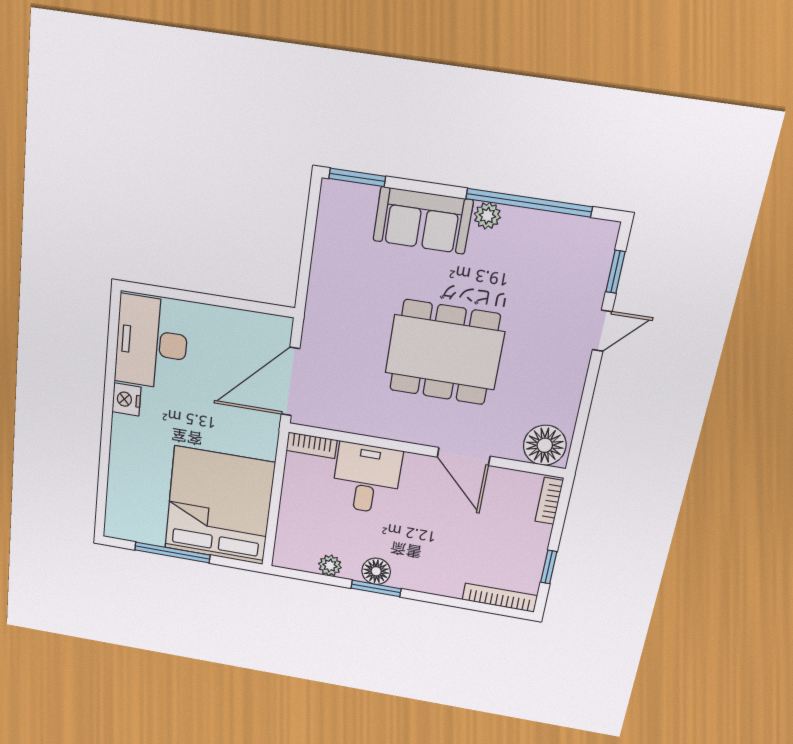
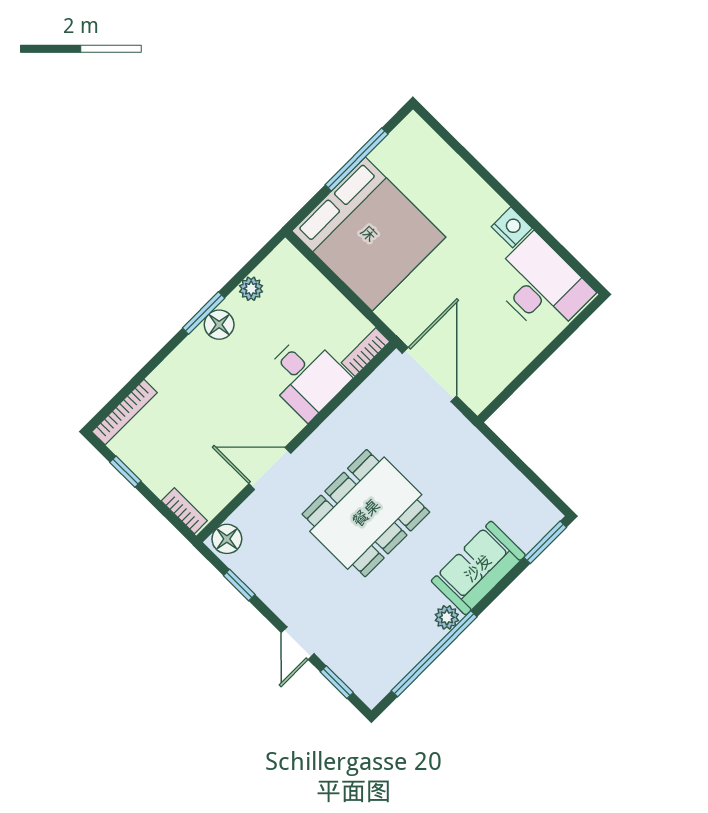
window: (583, 415) -> (239, 585), added
floor lamp: (545, 445) -> (227, 539), width x0.73, depth x0.73

